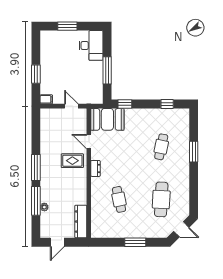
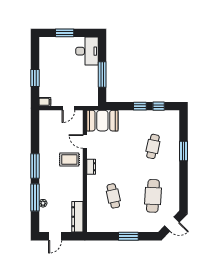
window: (125, 104) -> (140, 106), moved
door: (71, 106) -> (68, 108), swing flipped

